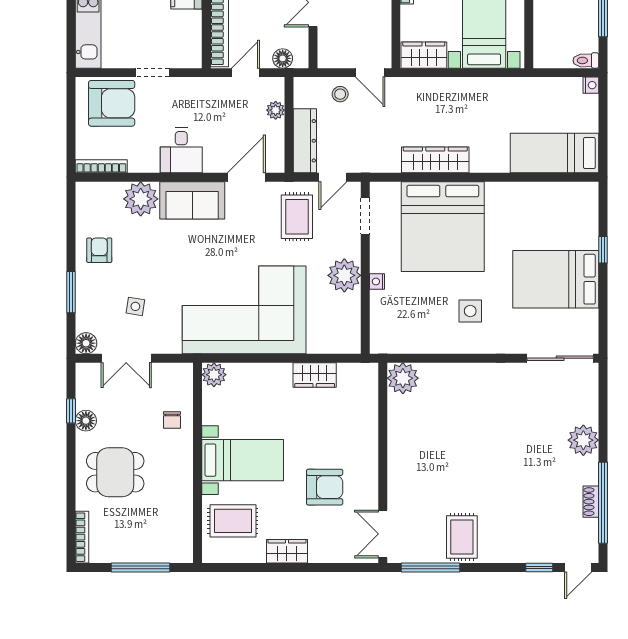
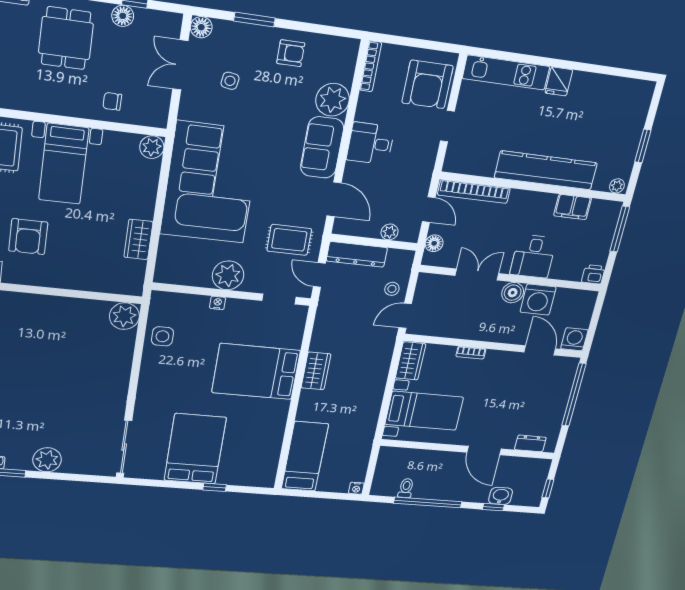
toilet: (586, 60) -> (406, 488), moved
wardrobe: (435, 160) -> (316, 371), width x0.67
bed: (443, 227) -> (256, 372), width x0.73
side table: (470, 311) -> (162, 336), moved

